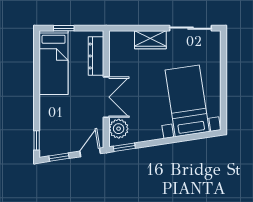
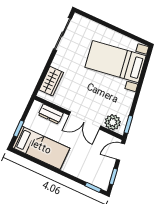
wardrobe: (150, 40) -> (51, 81), moved
dresser: (96, 56) -> (51, 114), width x0.70
double door: (106, 97) -> (85, 121), swing flipped
door: (90, 152) -> (121, 152), hinge flipped

